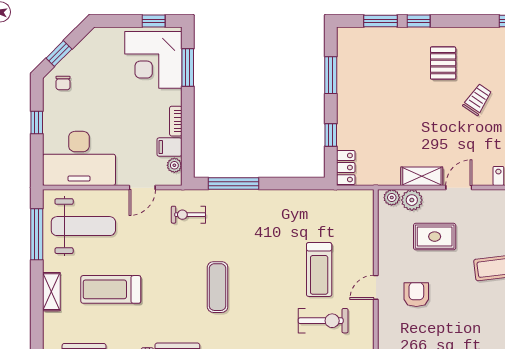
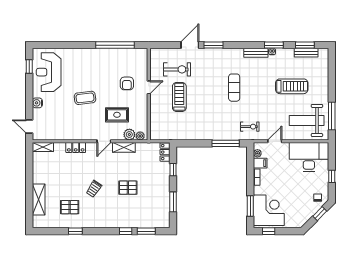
pallet: (443, 63) -> (128, 188), moved, turned 90
shelving: (51, 292) -> (324, 85), removed
exercise bike: (323, 321) -> (177, 69), turned 180

